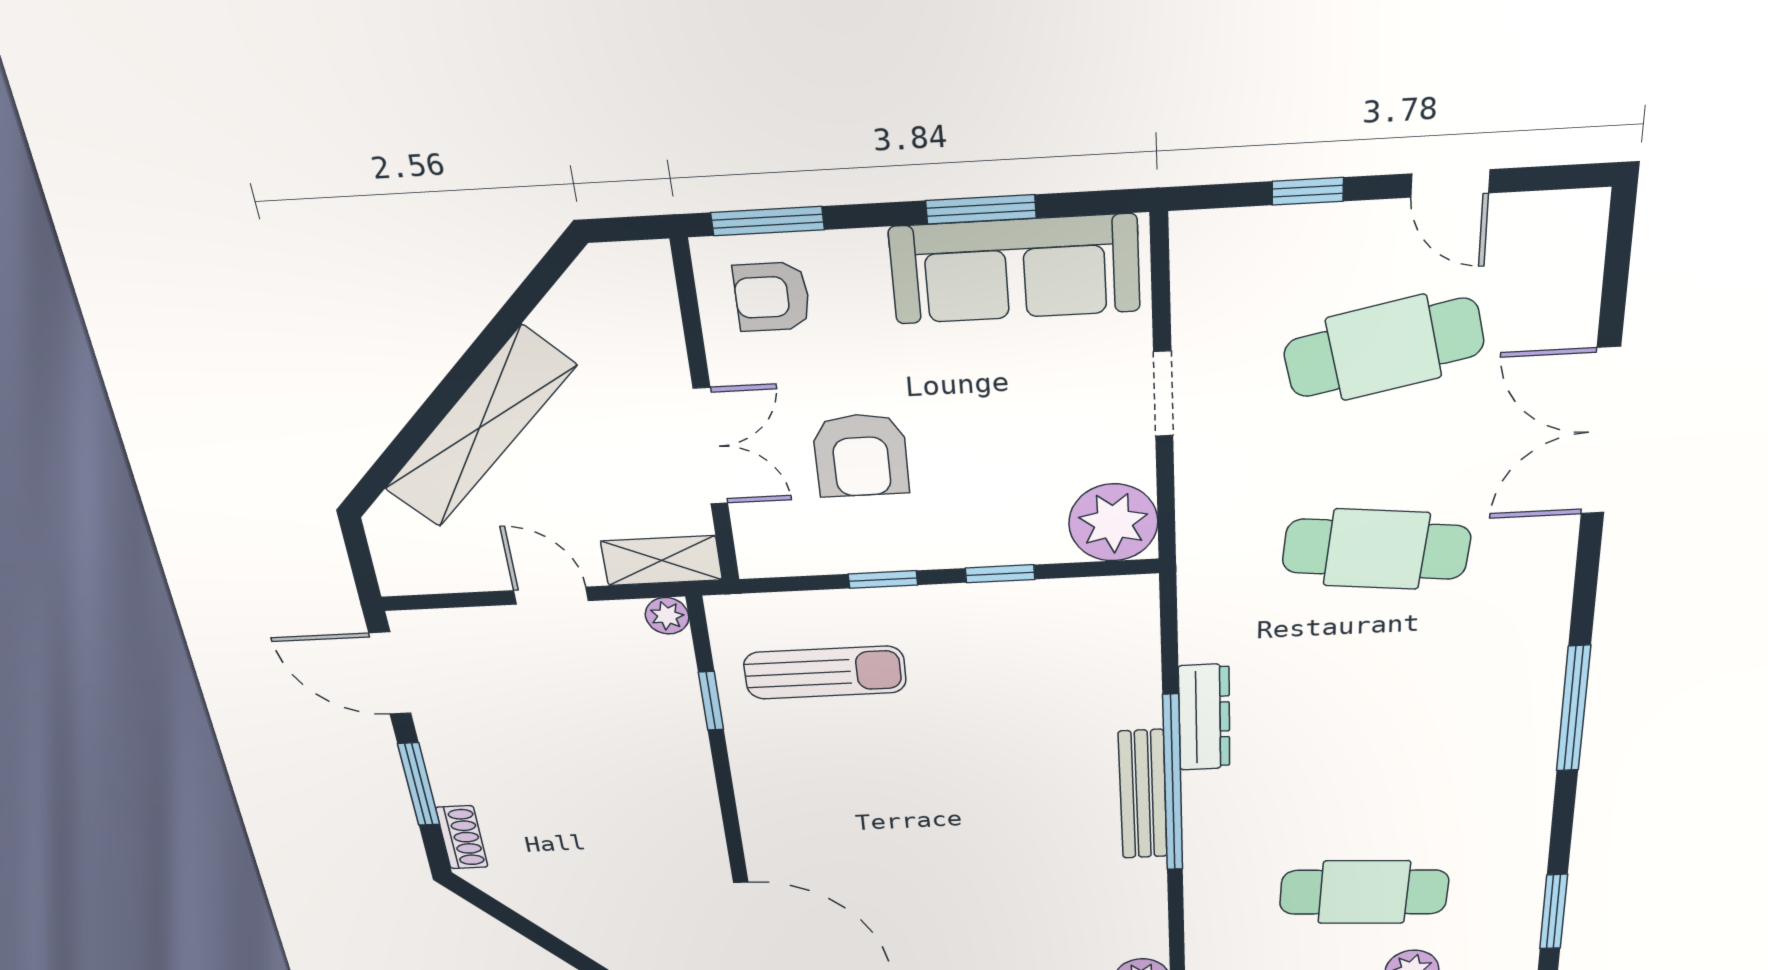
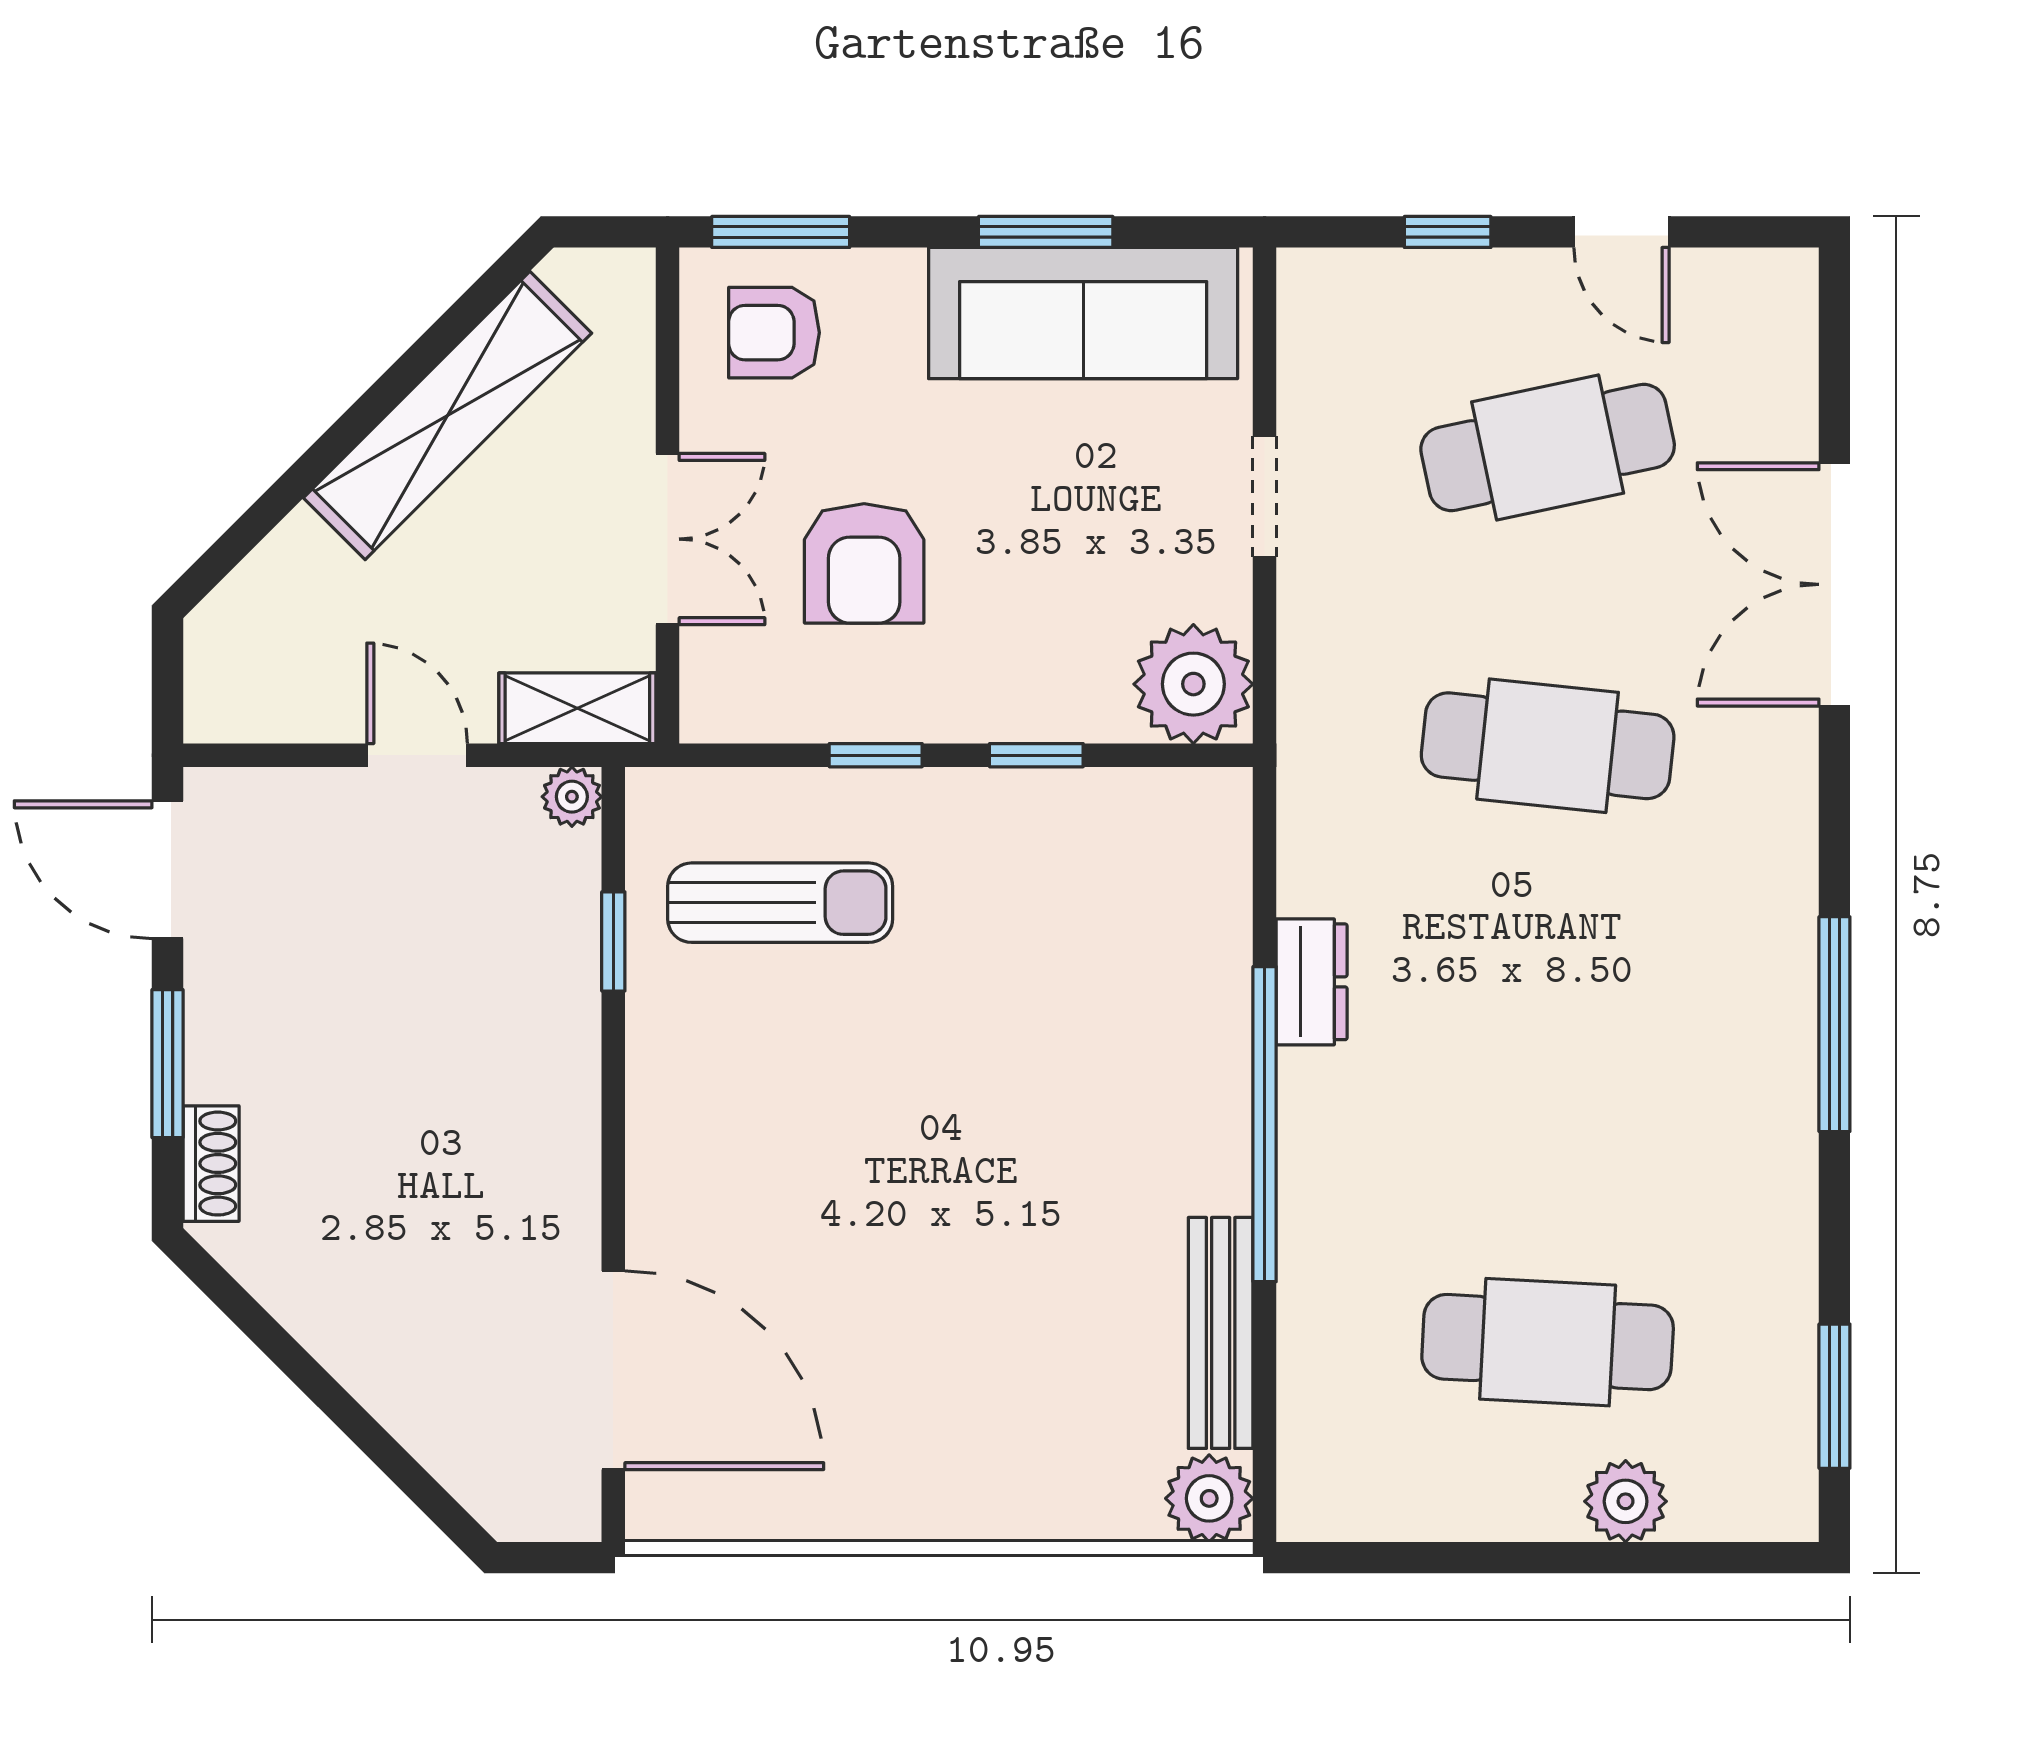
shelving: (480, 428) -> (448, 415), moved
dresser: (1204, 717) -> (1312, 982), width x0.70
bench: (1143, 795) -> (1221, 1333), moved

